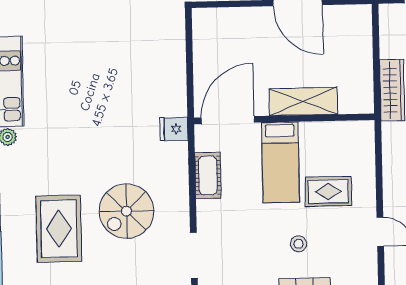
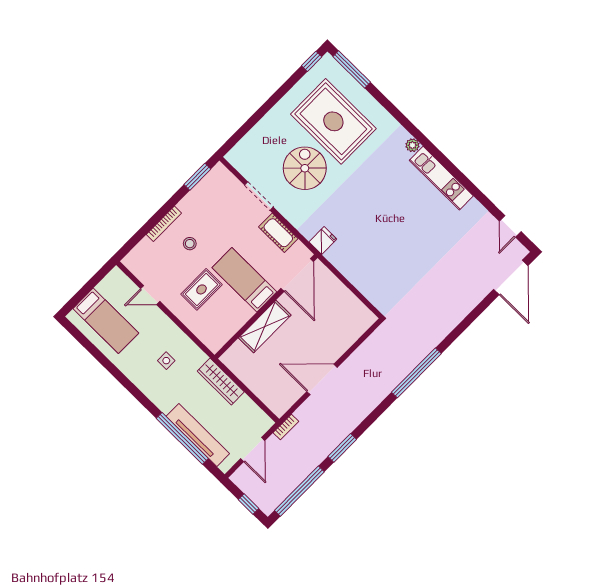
rug: (59, 229) -> (333, 121), width x1.37, depth x1.44
doorway: (194, 255) -> (259, 196), moved

